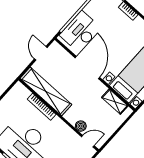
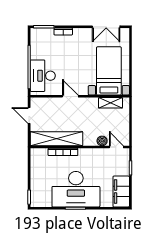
door: (87, 68) -> (70, 96), width x0.53
door: (88, 141) -> (116, 147), hinge flipped

